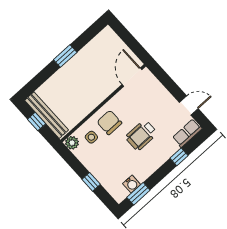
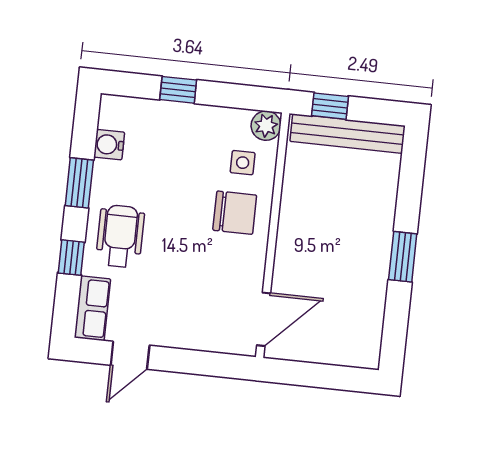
door: (132, 77) -> (264, 319), hinge flipped
window: (37, 122) -> (330, 106), moved
wheelchair: (141, 135) -> (120, 236), moved
window: (138, 194) -> (79, 183), moved

